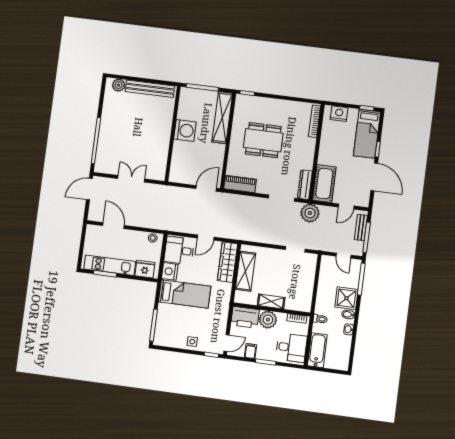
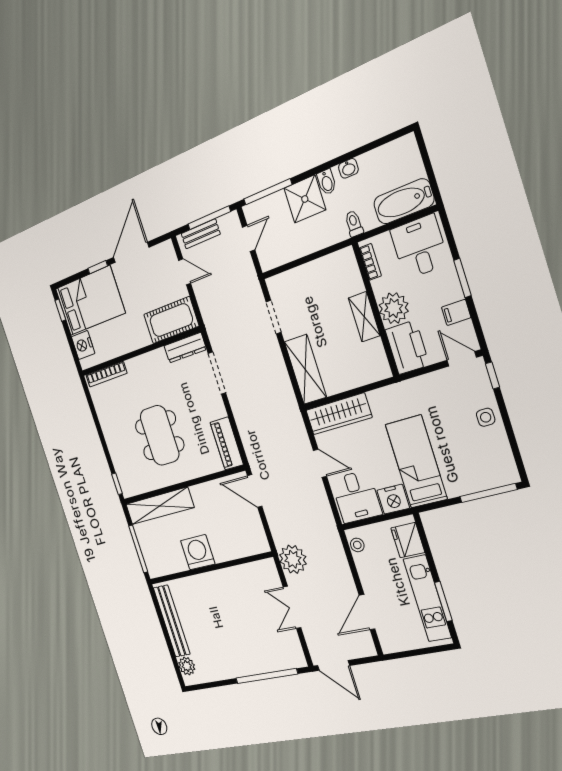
bed: (367, 134) -> (90, 301), width x1.50
plant: (310, 213) -> (293, 559), moved
shelving: (245, 271) -> (305, 369), moved, turned 90

